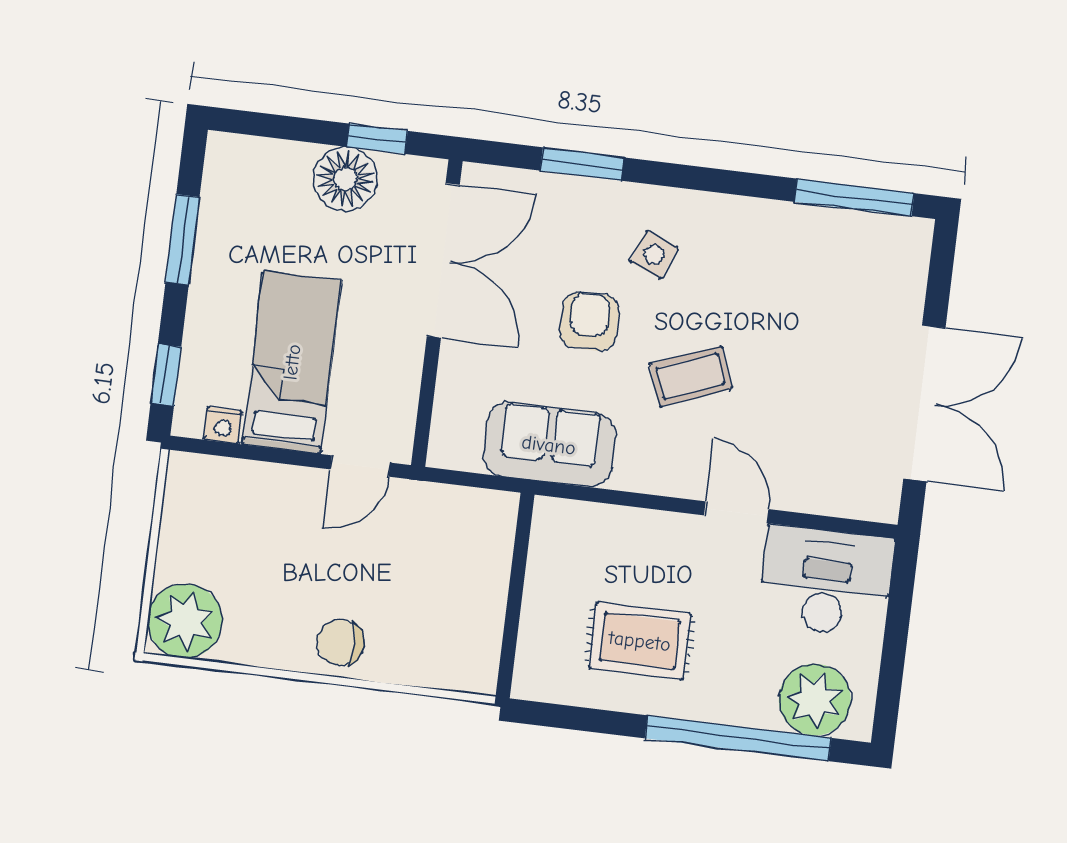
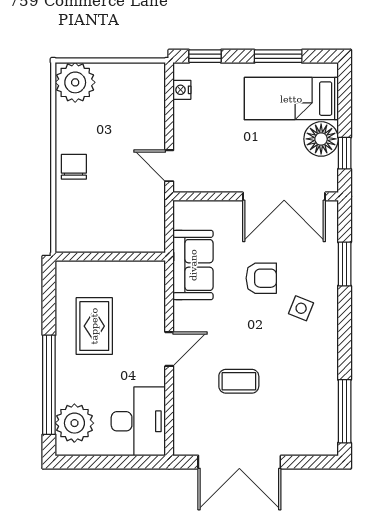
bed: (292, 362) -> (291, 99), moved, turned 180
coffee table: (691, 376) -> (239, 381), moved, turned -69
door: (736, 512) -> (169, 349), moved

